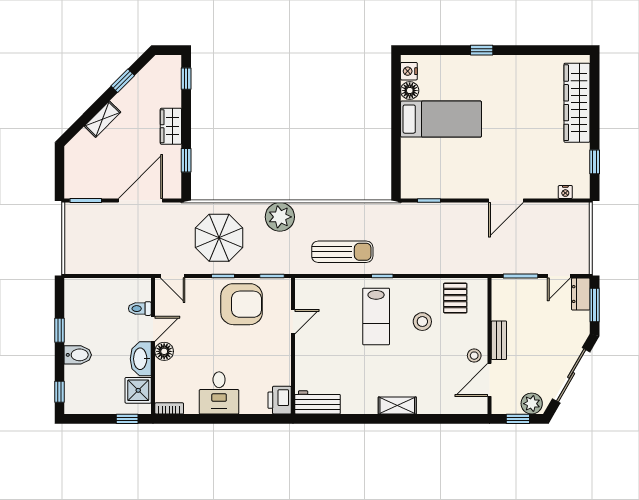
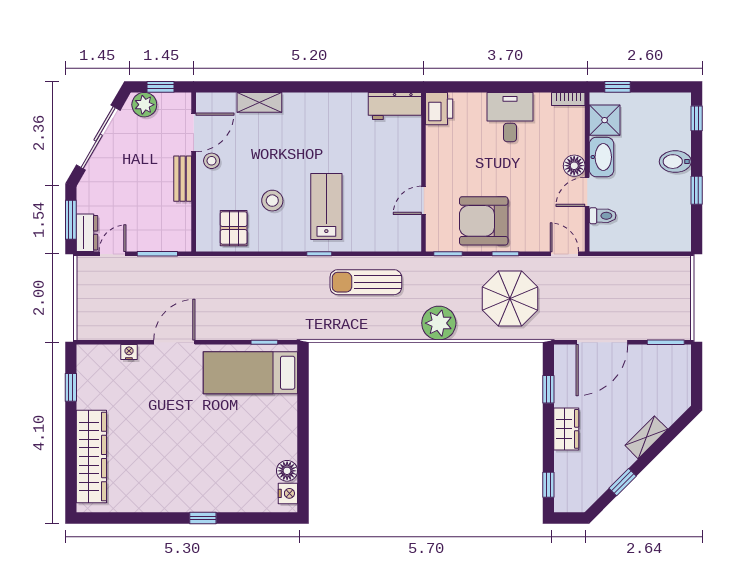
bed: (441, 119) -> (250, 373), moved
nightstand: (565, 192) -> (129, 352), moved
shelving: (397, 406) -> (259, 102), moved

